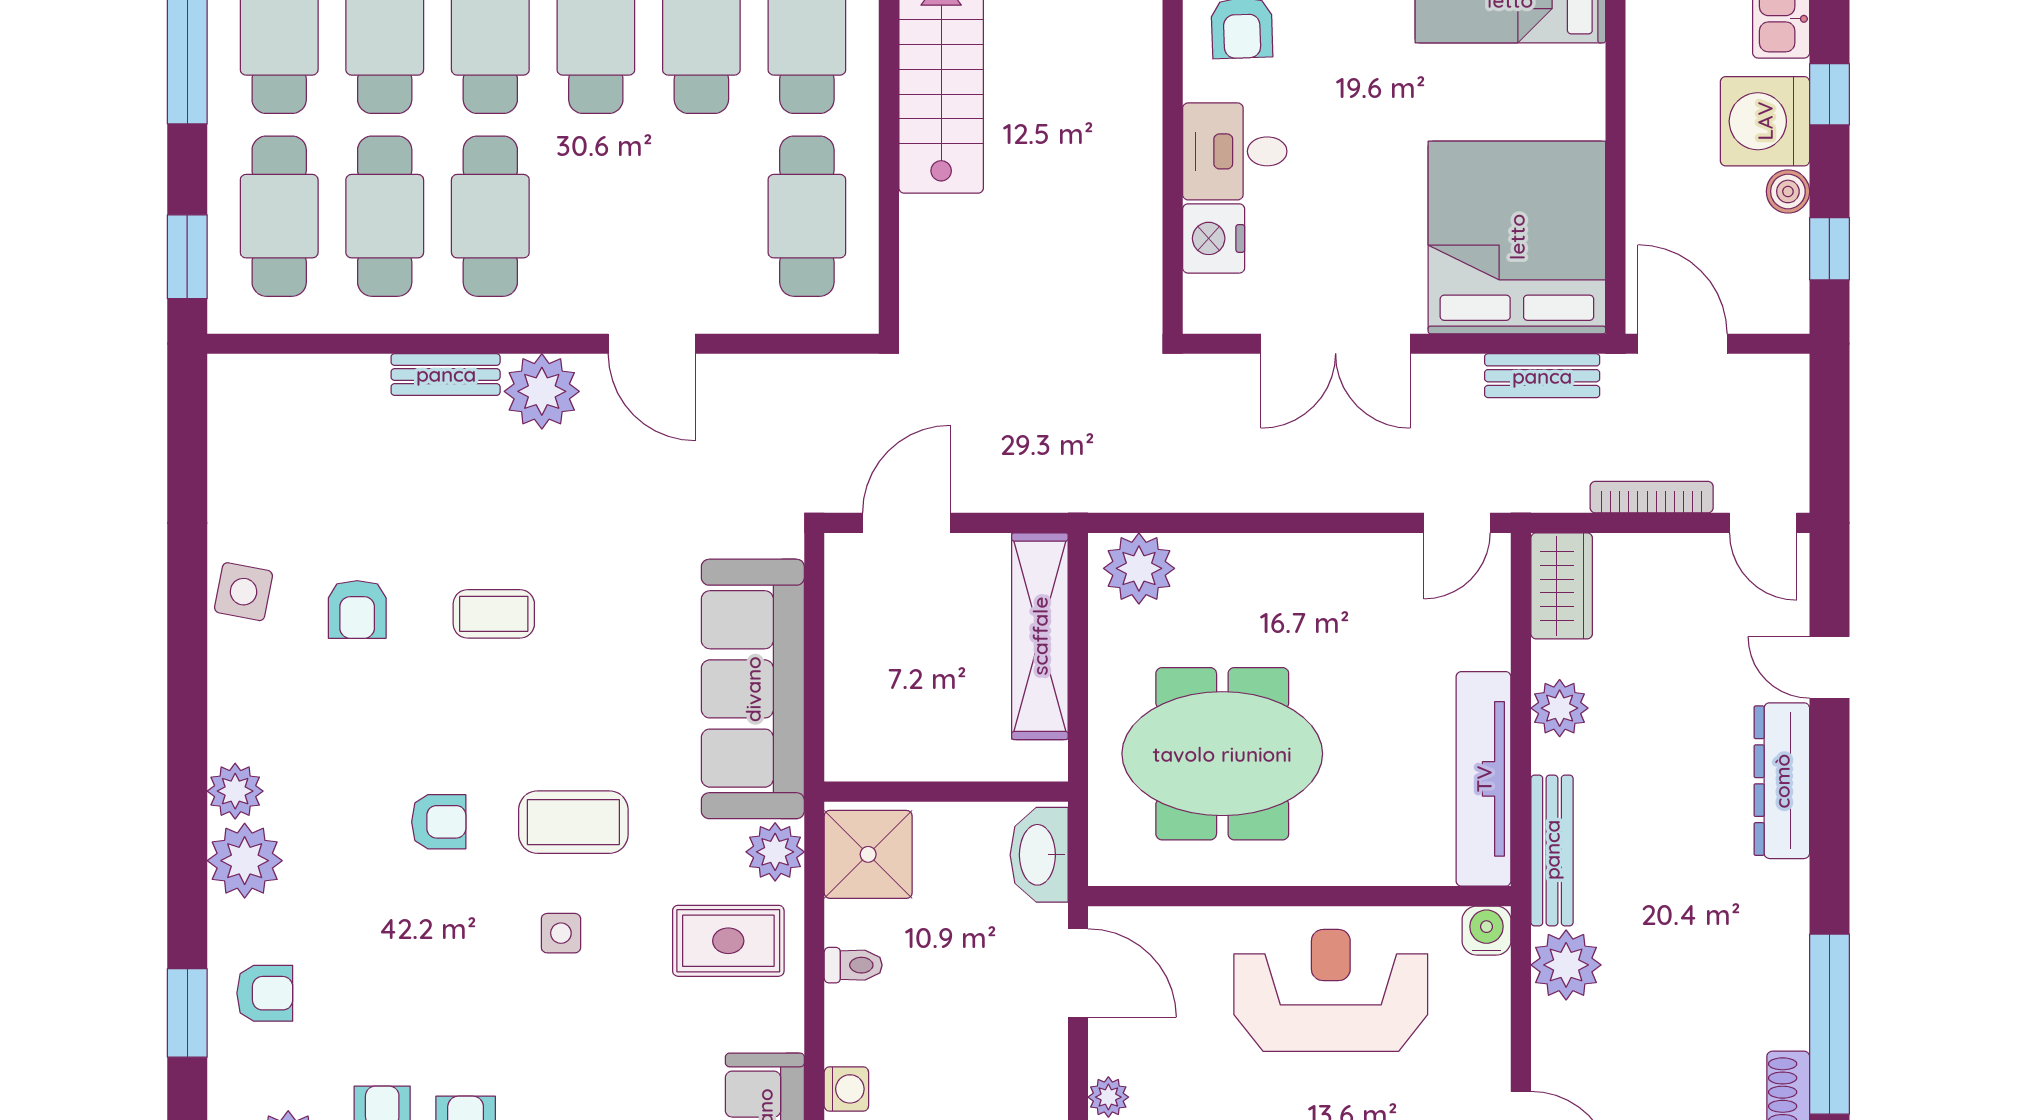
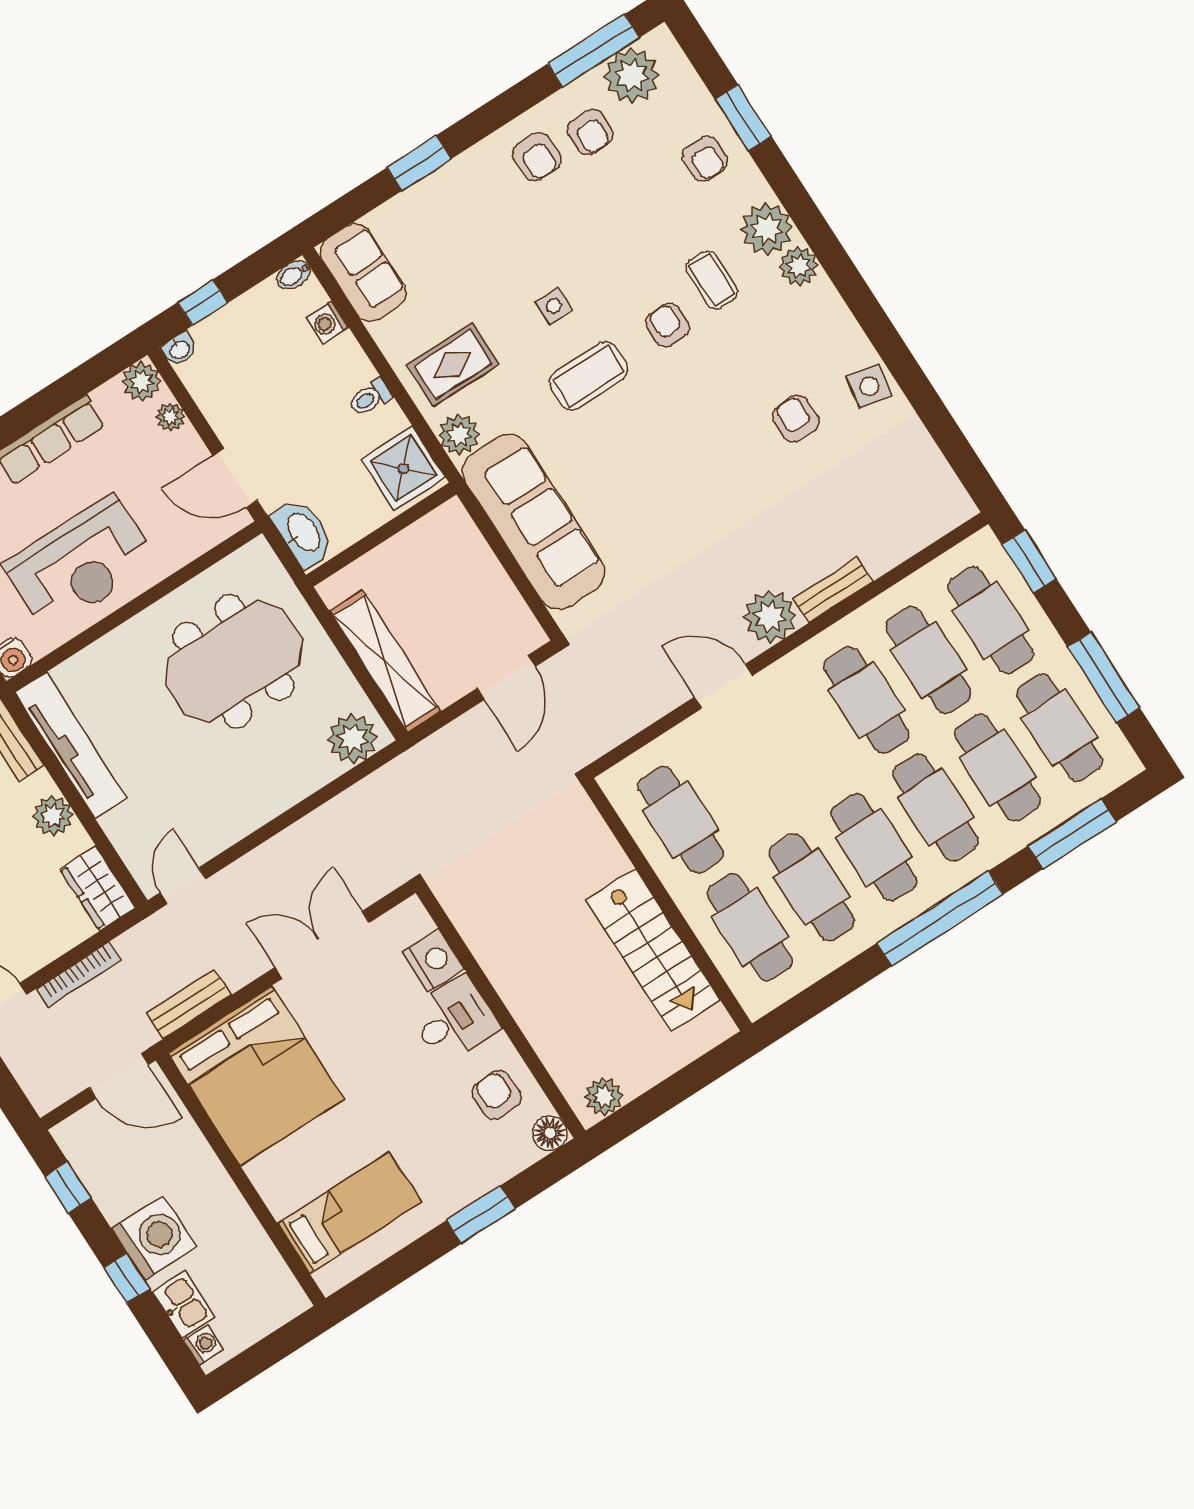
boiler: (1788, 191) -> (114, 1205), removed
coffee table: (494, 614) -> (712, 280), moved, turned 90
armchair: (439, 822) -> (668, 325), turned 90
armchair: (265, 993) -> (705, 159), turned -90

